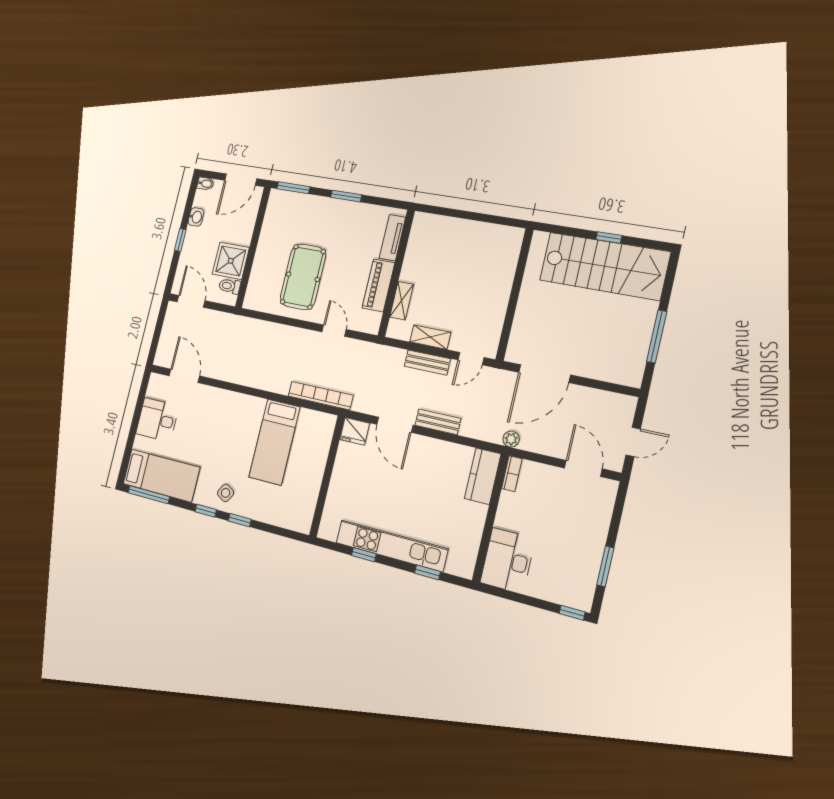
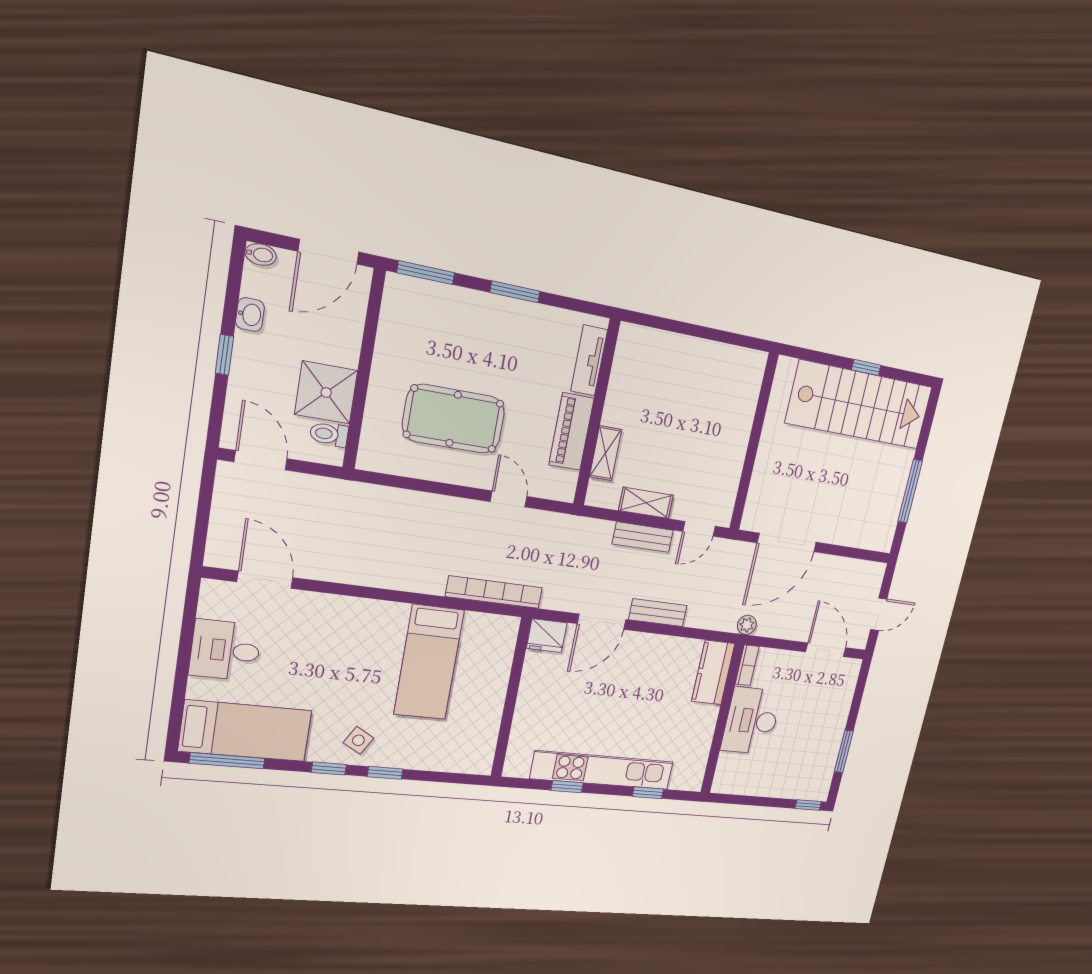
pool table: (303, 277) -> (454, 419), turned 90
door: (395, 425) -> (602, 622), hinge flipped
desk: (508, 561) -> (751, 721), moved

